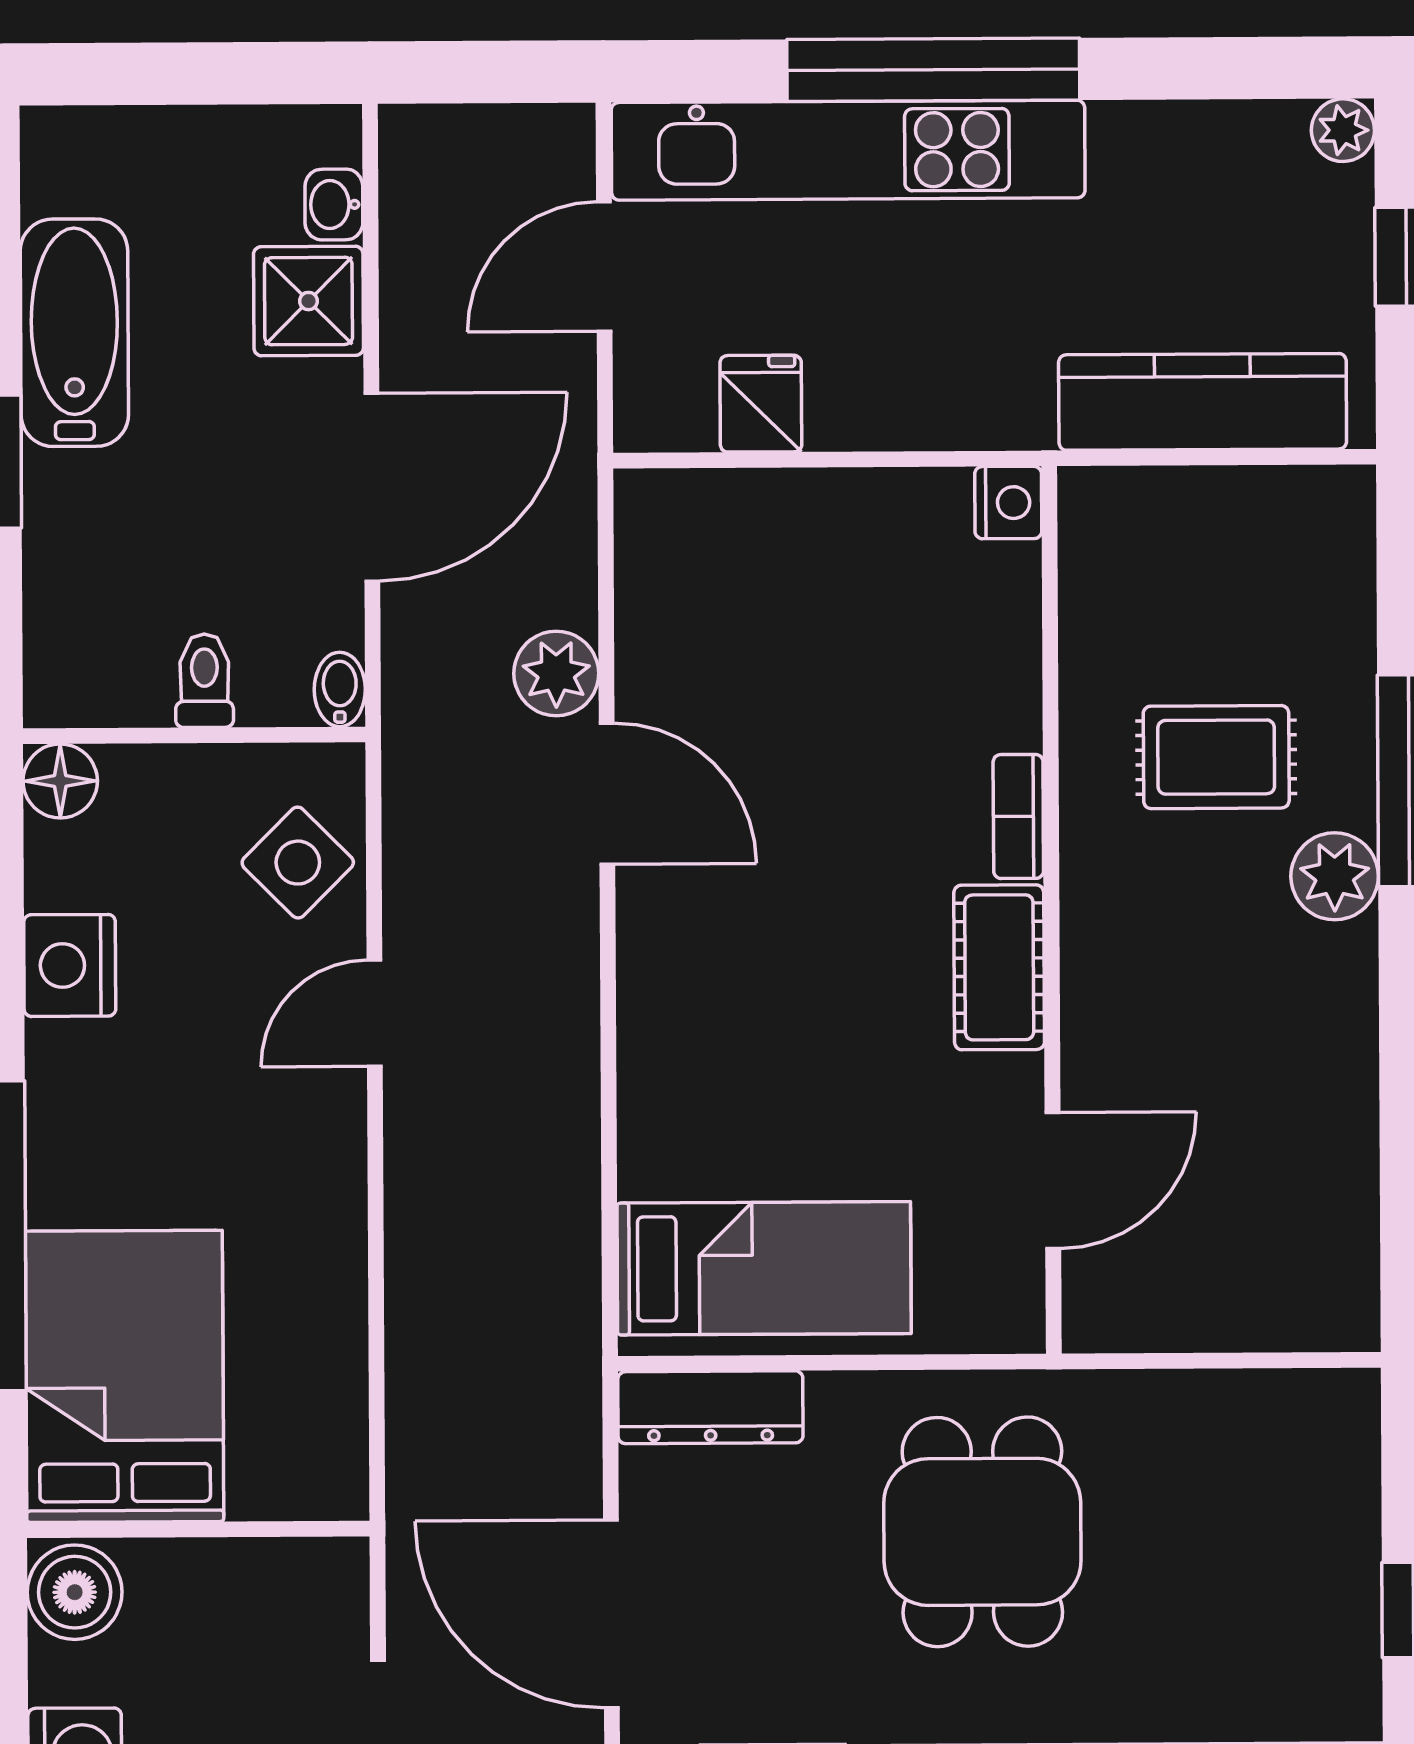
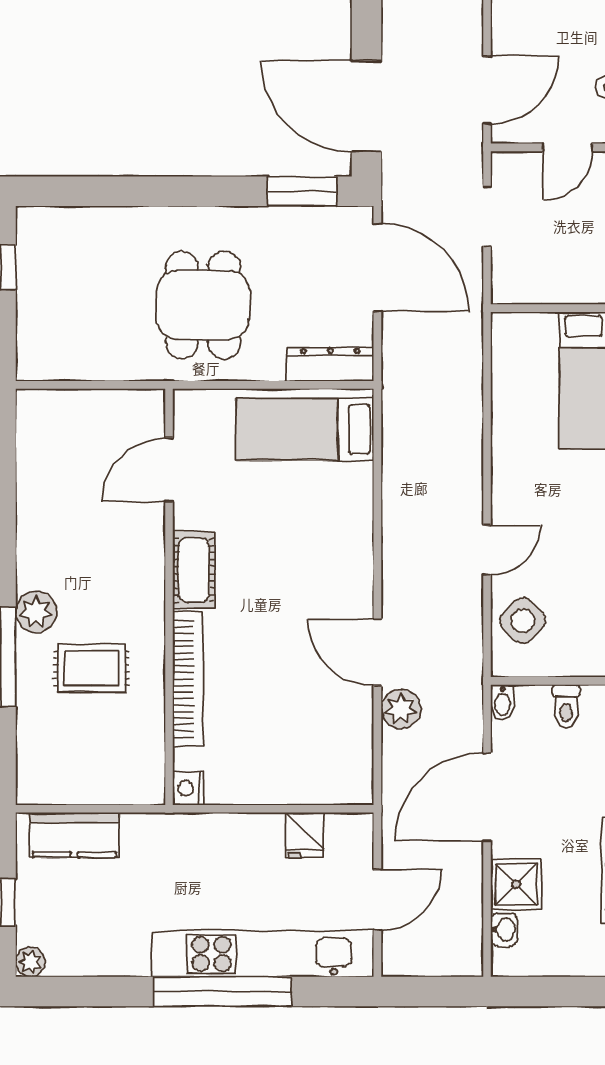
kitchen counter: (1203, 402) -> (74, 835), width x0.67
bookcase: (1018, 816) -> (188, 679), width x2.31, depth x1.31

